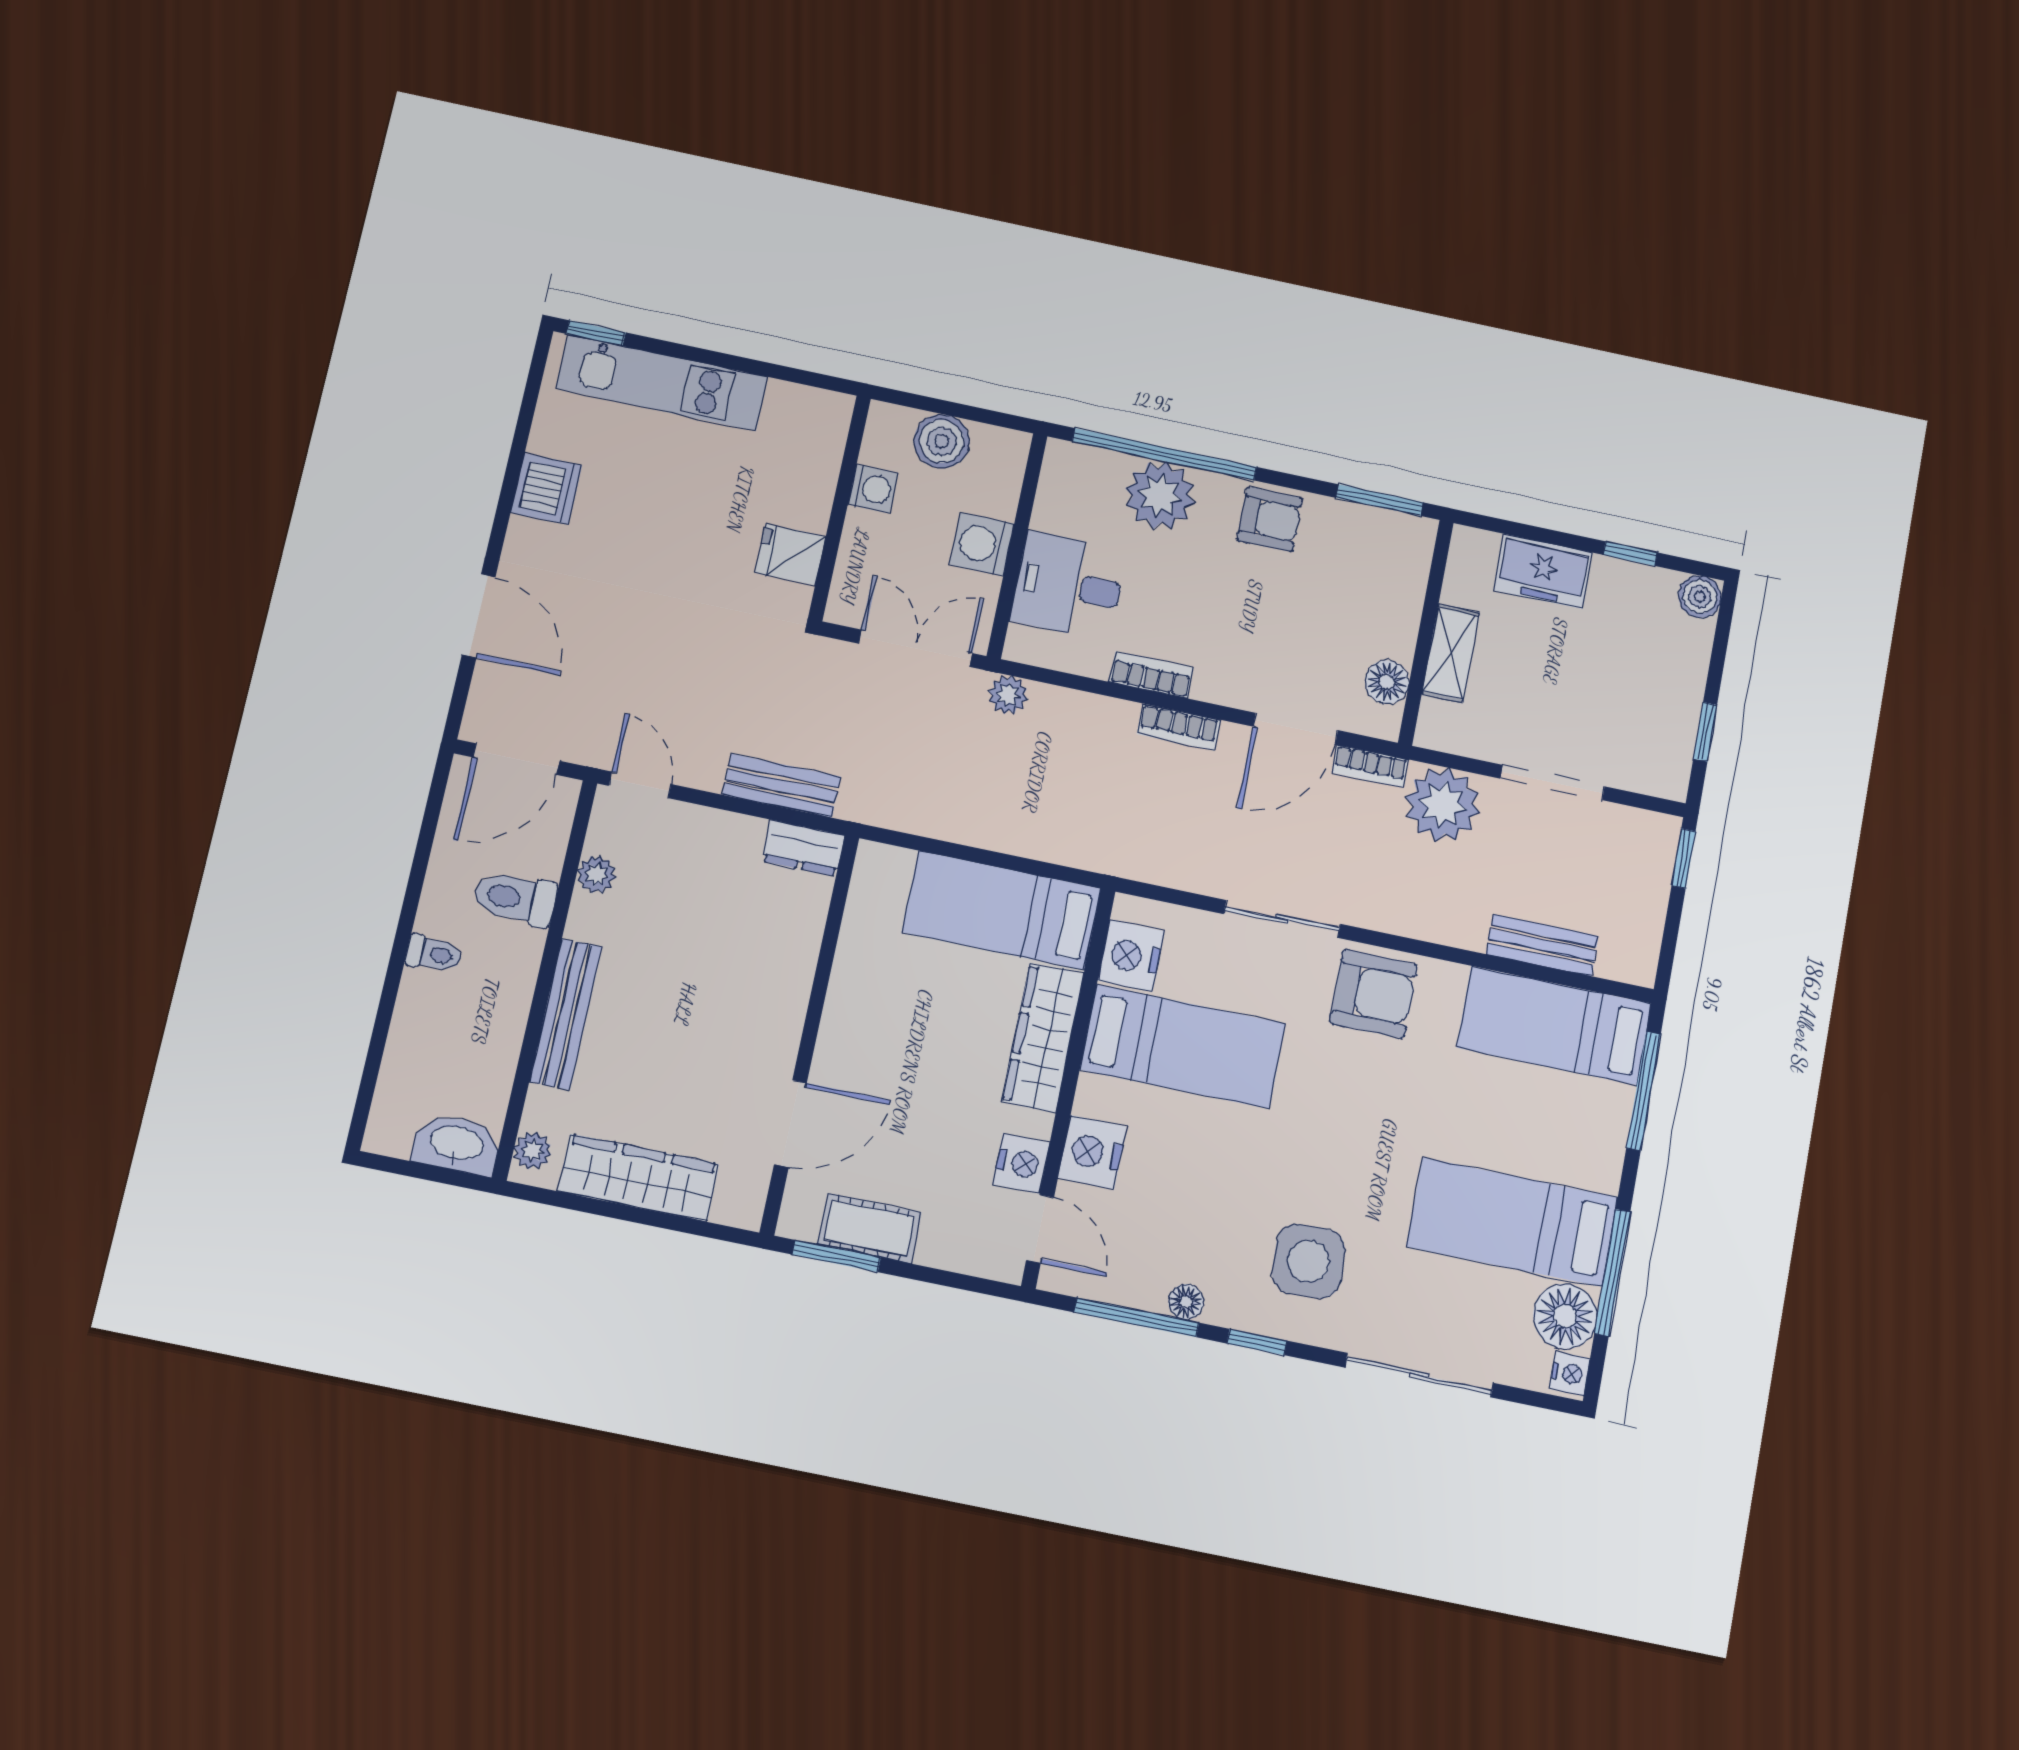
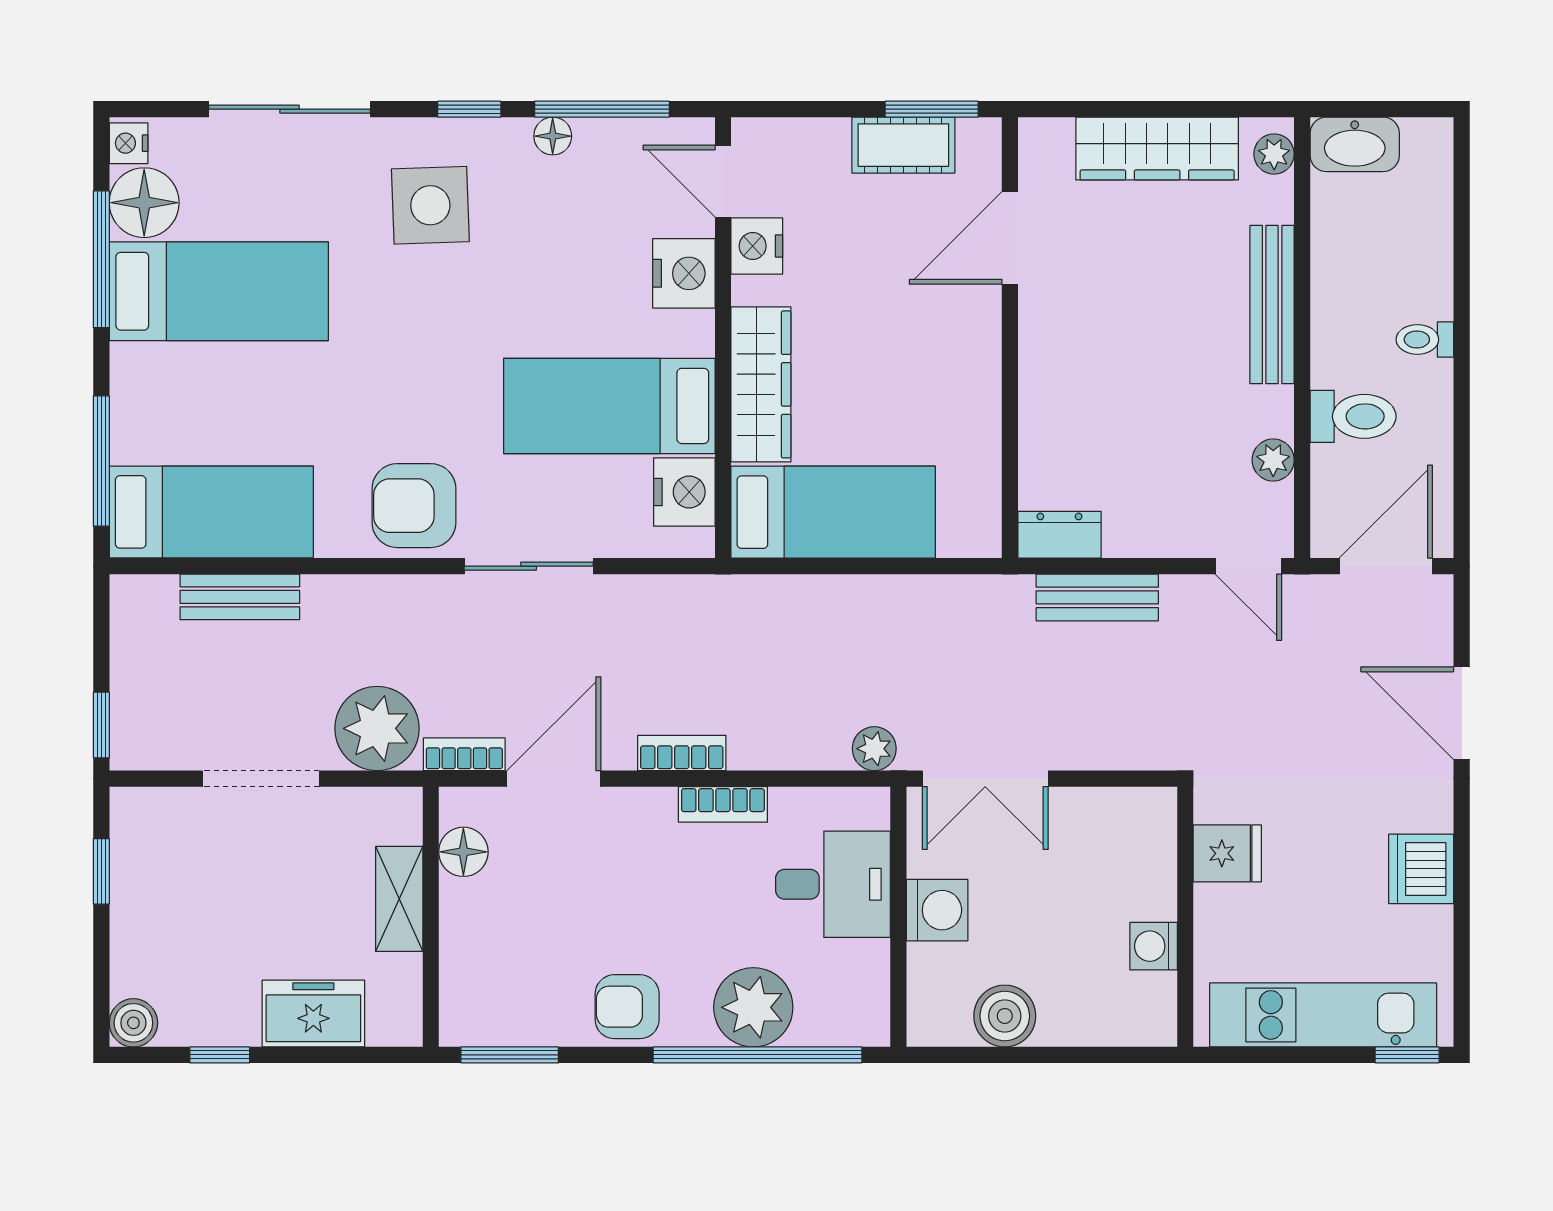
washing machine: (873, 489) -> (1154, 946), moved
wall: (840, 508) -> (1185, 917), moved
fridge: (790, 554) -> (1227, 853), moved

